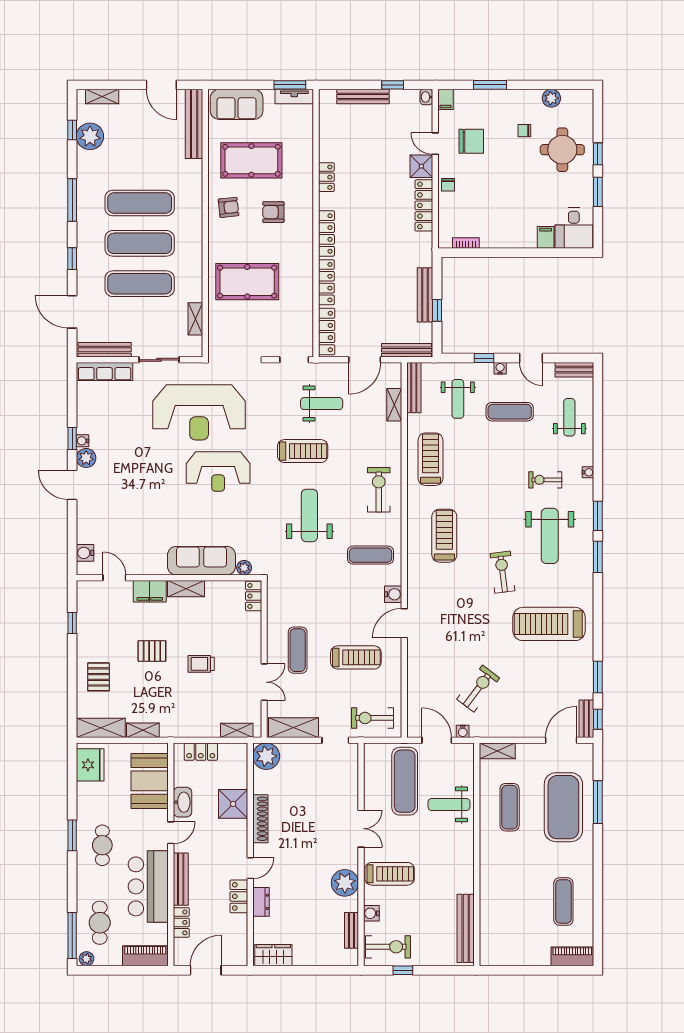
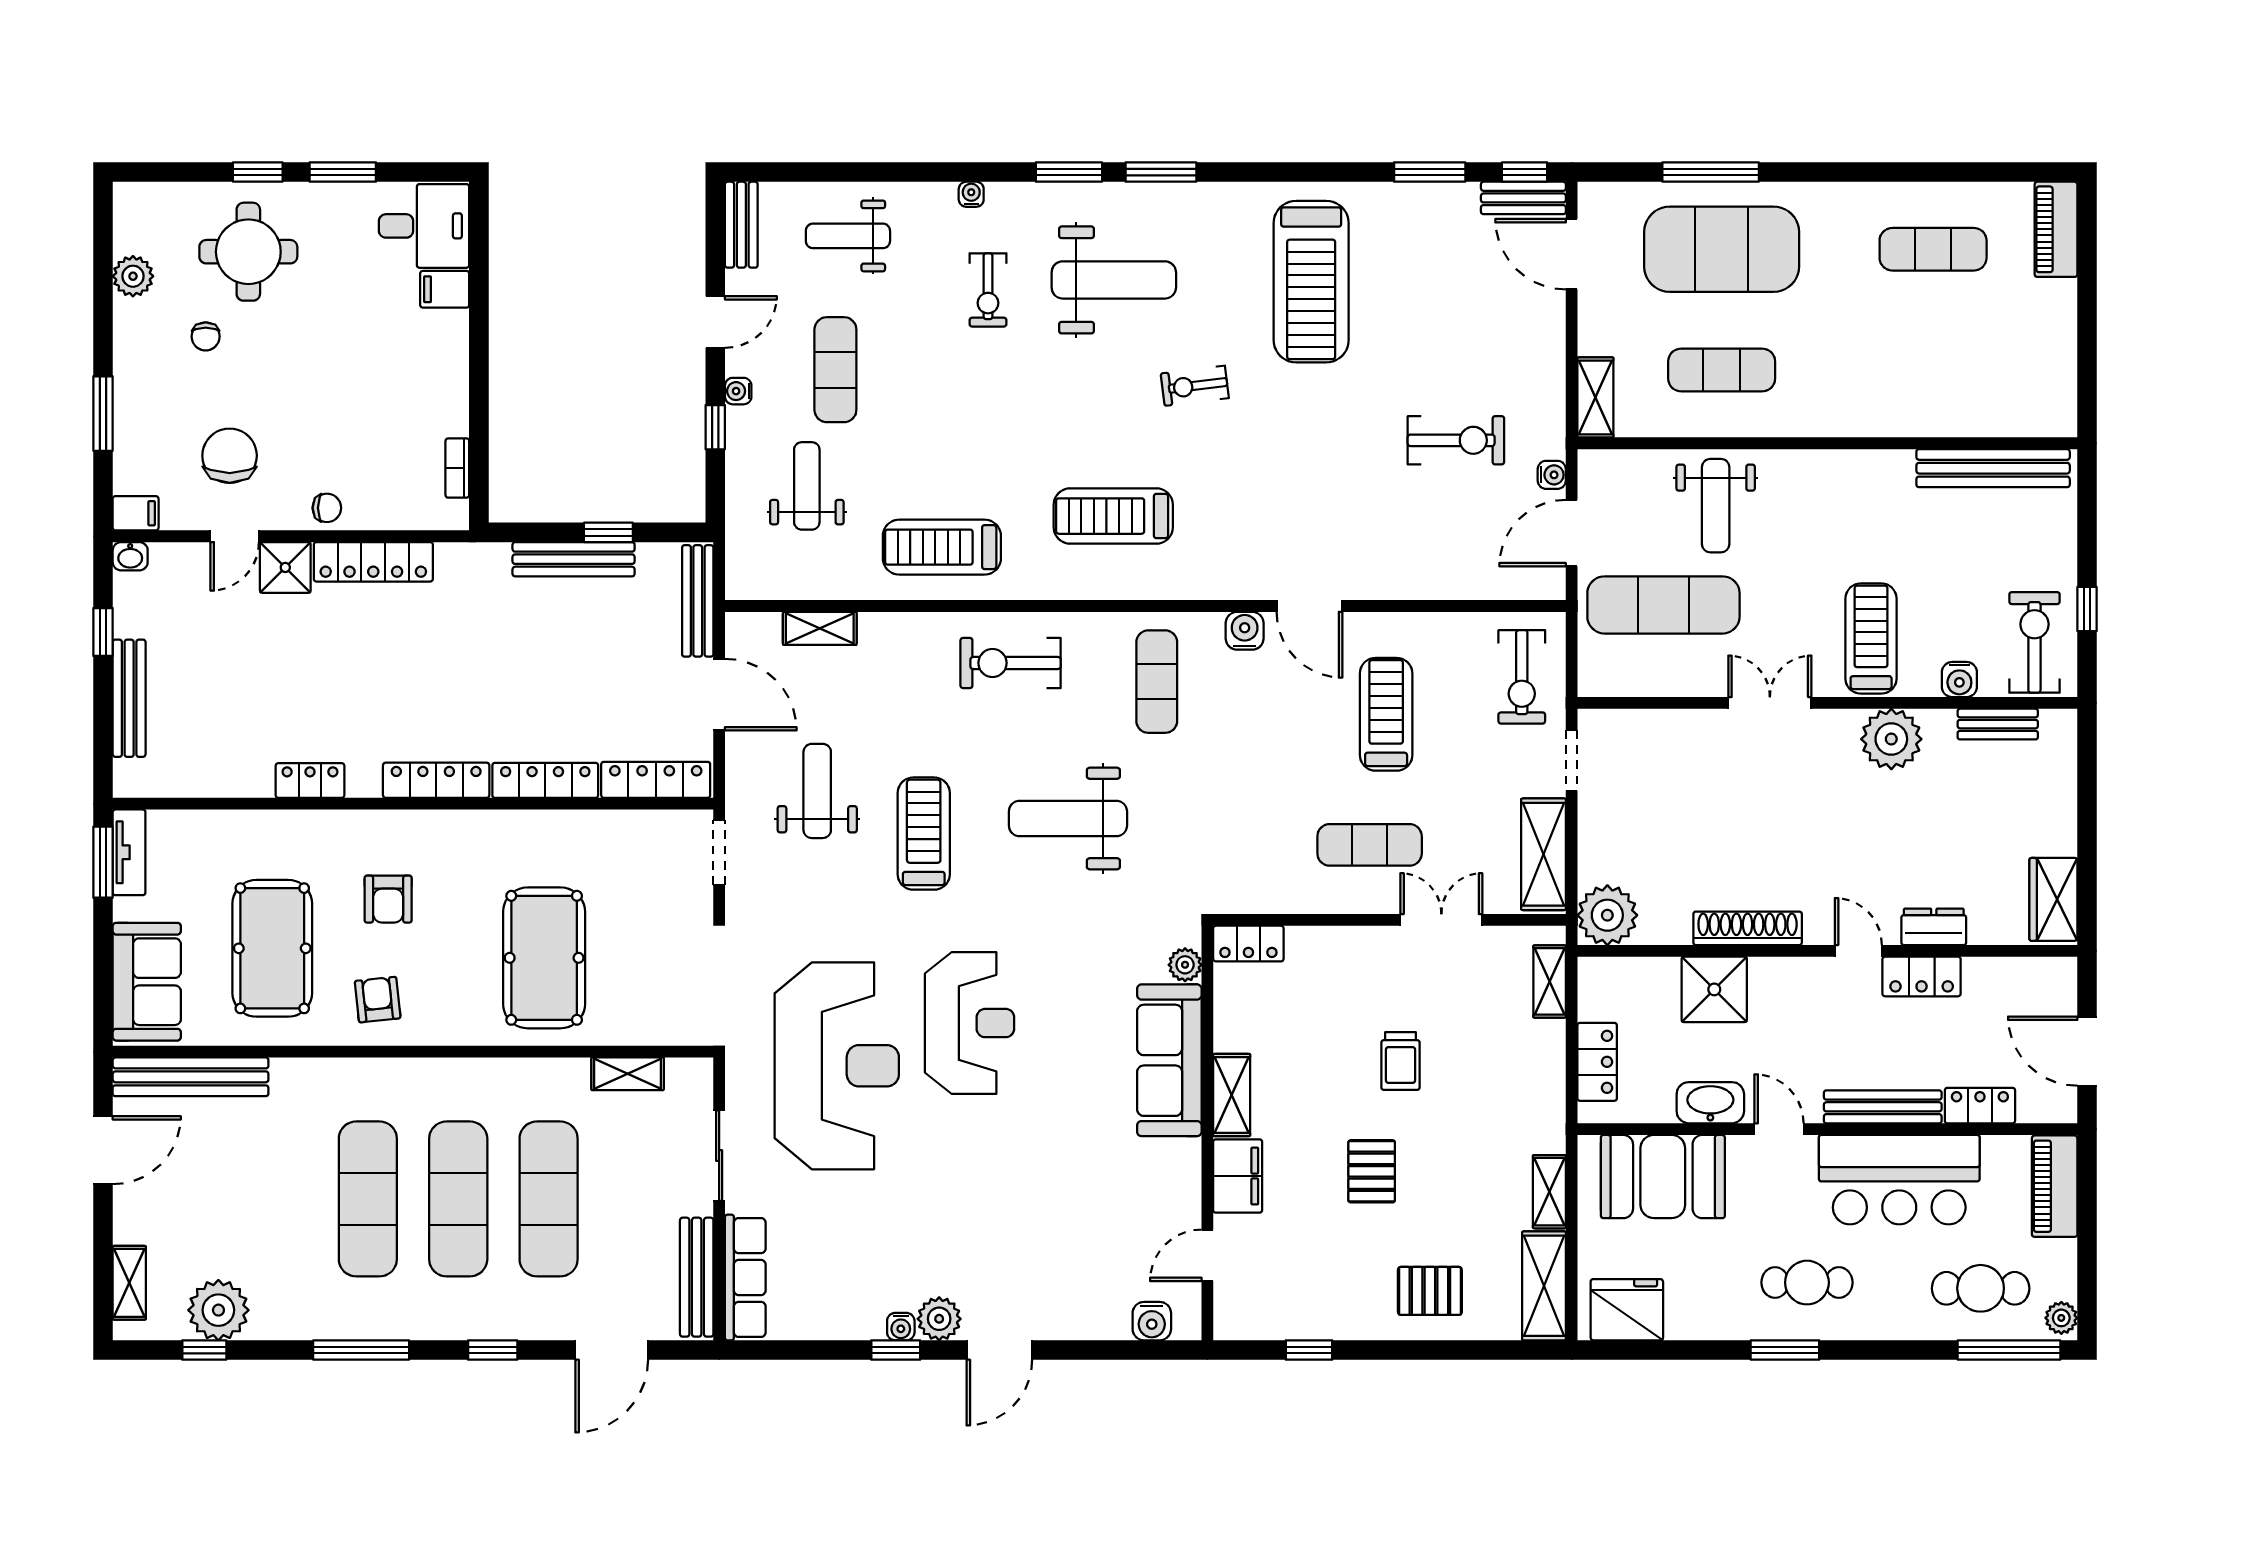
bench: (414, 388) -> (781, 584), removed
weight bench: (458, 399) -> (807, 486), turned -90
exercise bike: (502, 572) -> (1195, 386), width x0.73, depth x0.72
exercise bike: (478, 689) -> (1456, 440), turned 143

